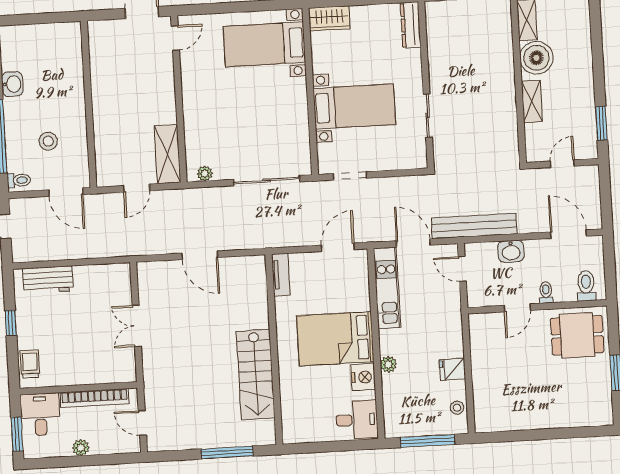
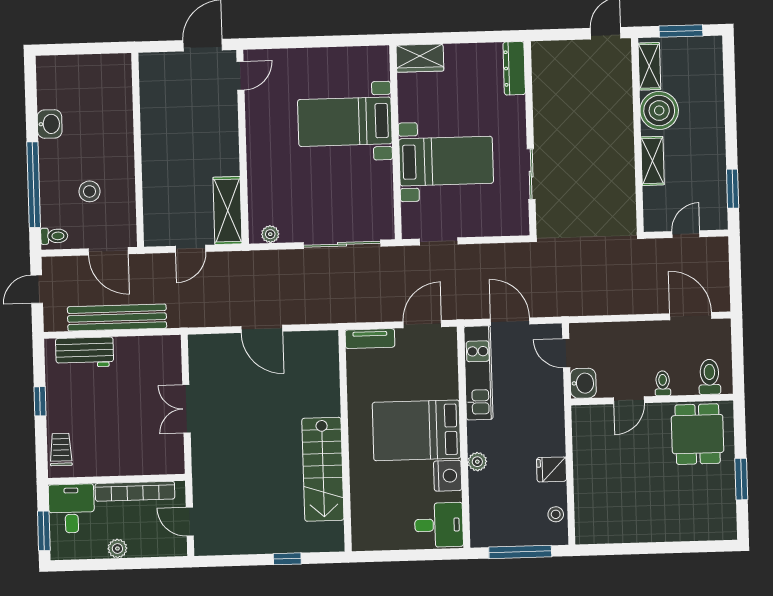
bed with nightstands: (264, 44) -> (345, 122), moved
bench: (474, 226) -> (117, 318), moved
washbasin: (511, 251) -> (583, 383), moved, turned -90
tv unit: (281, 275) -> (370, 339), moved, turned 90
dining table: (577, 335) -> (698, 434), turned 90
window: (227, 452) -> (287, 559), width x0.46

